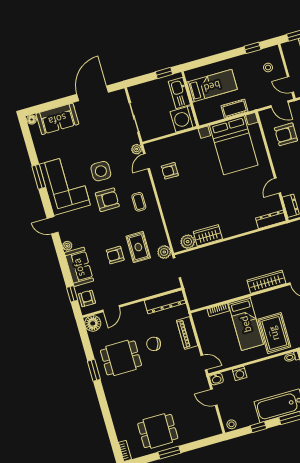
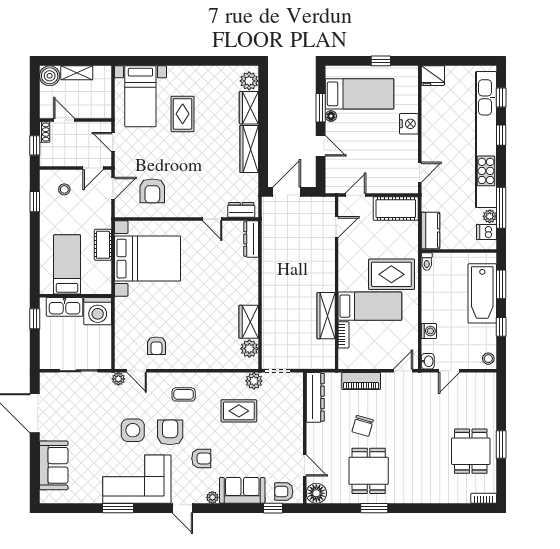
floor lamp: (32, 120) -> (45, 497), removed
door: (53, 225) -> (182, 508), hinge flipped
armchair: (115, 255) -> (201, 458), moved, turned -90
wardrobe: (266, 282) -> (326, 316), moved

